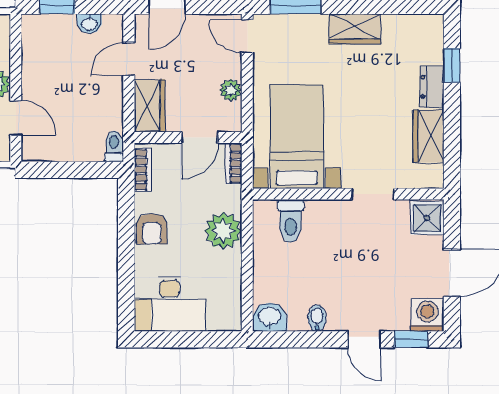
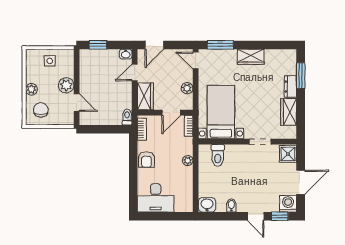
washbasin: (89, 24) -> (126, 54), moved
window: (452, 65) -> (301, 76), width x1.50
plant: (223, 231) -> (188, 161), width x0.53, depth x0.53

